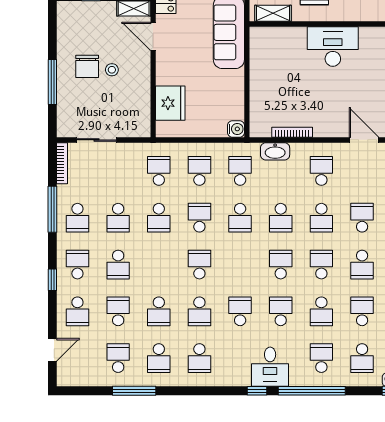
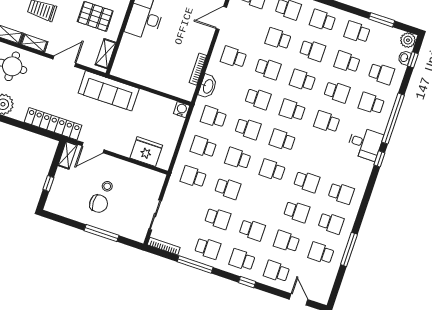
school desk: (77, 311) -> (276, 271), turned 180
school desk: (240, 311) -> (282, 140), moved

